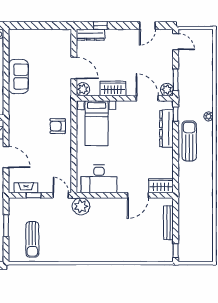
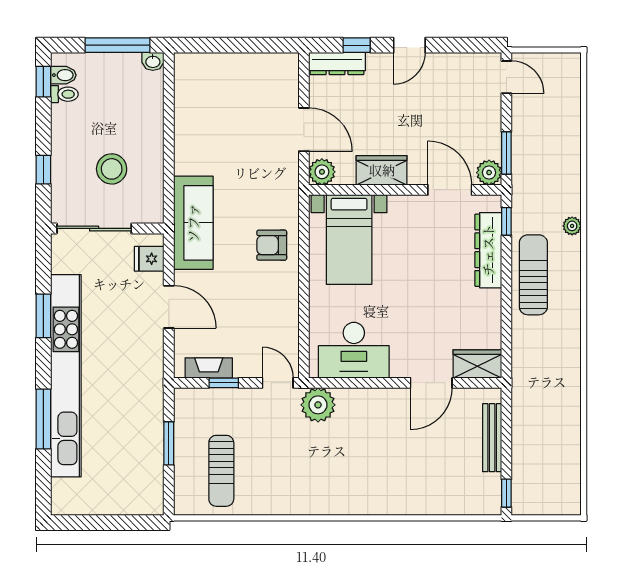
door: (147, 26) -> (409, 45), moved
sofa: (18, 77) -> (193, 223), moved, width x1.36

